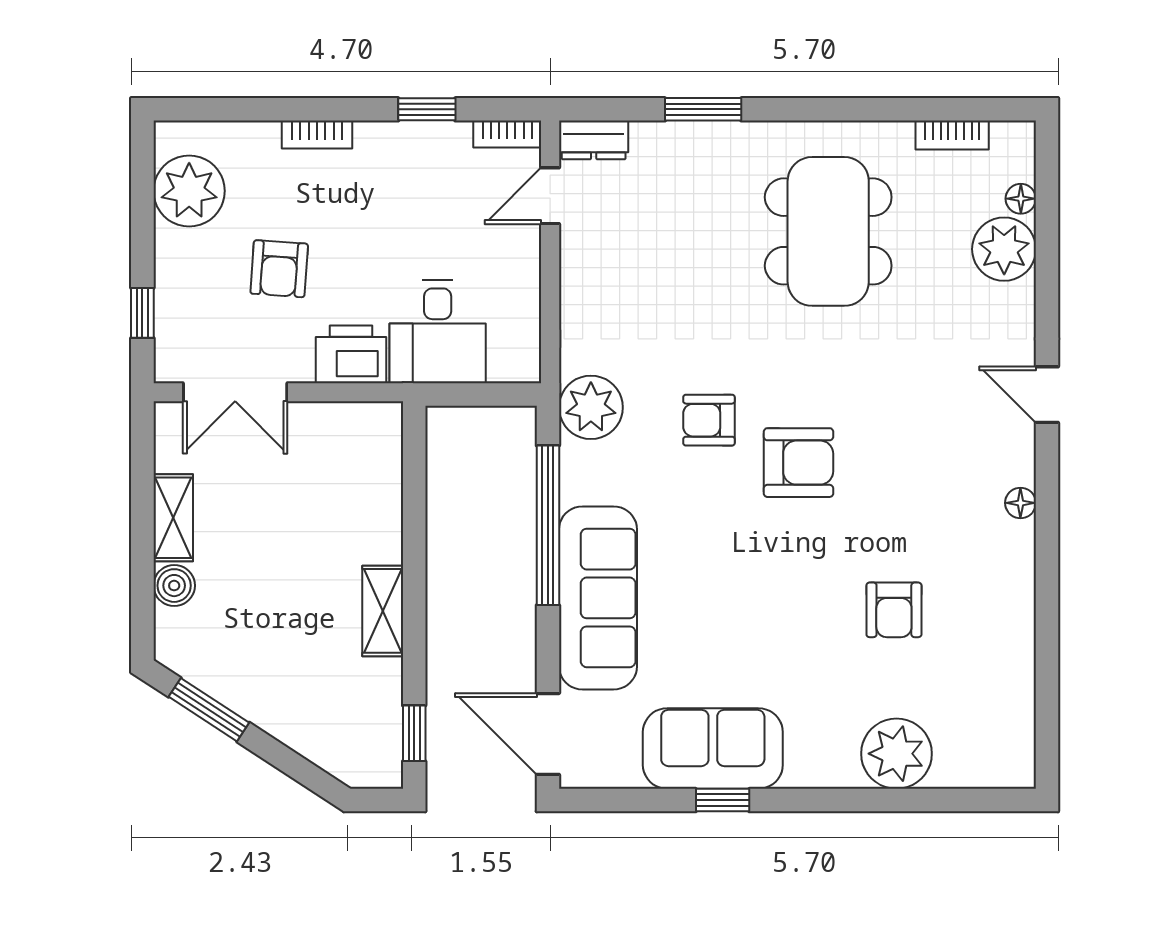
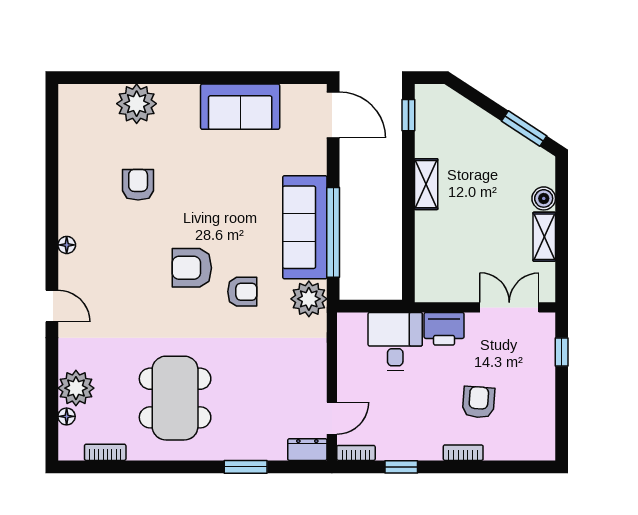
plant: (189, 191) -> (535, 421), removed
armchair: (279, 269) -> (479, 402), moved
sofa: (598, 598) -> (305, 227), moved
window: (723, 800) -> (235, 78), removed

